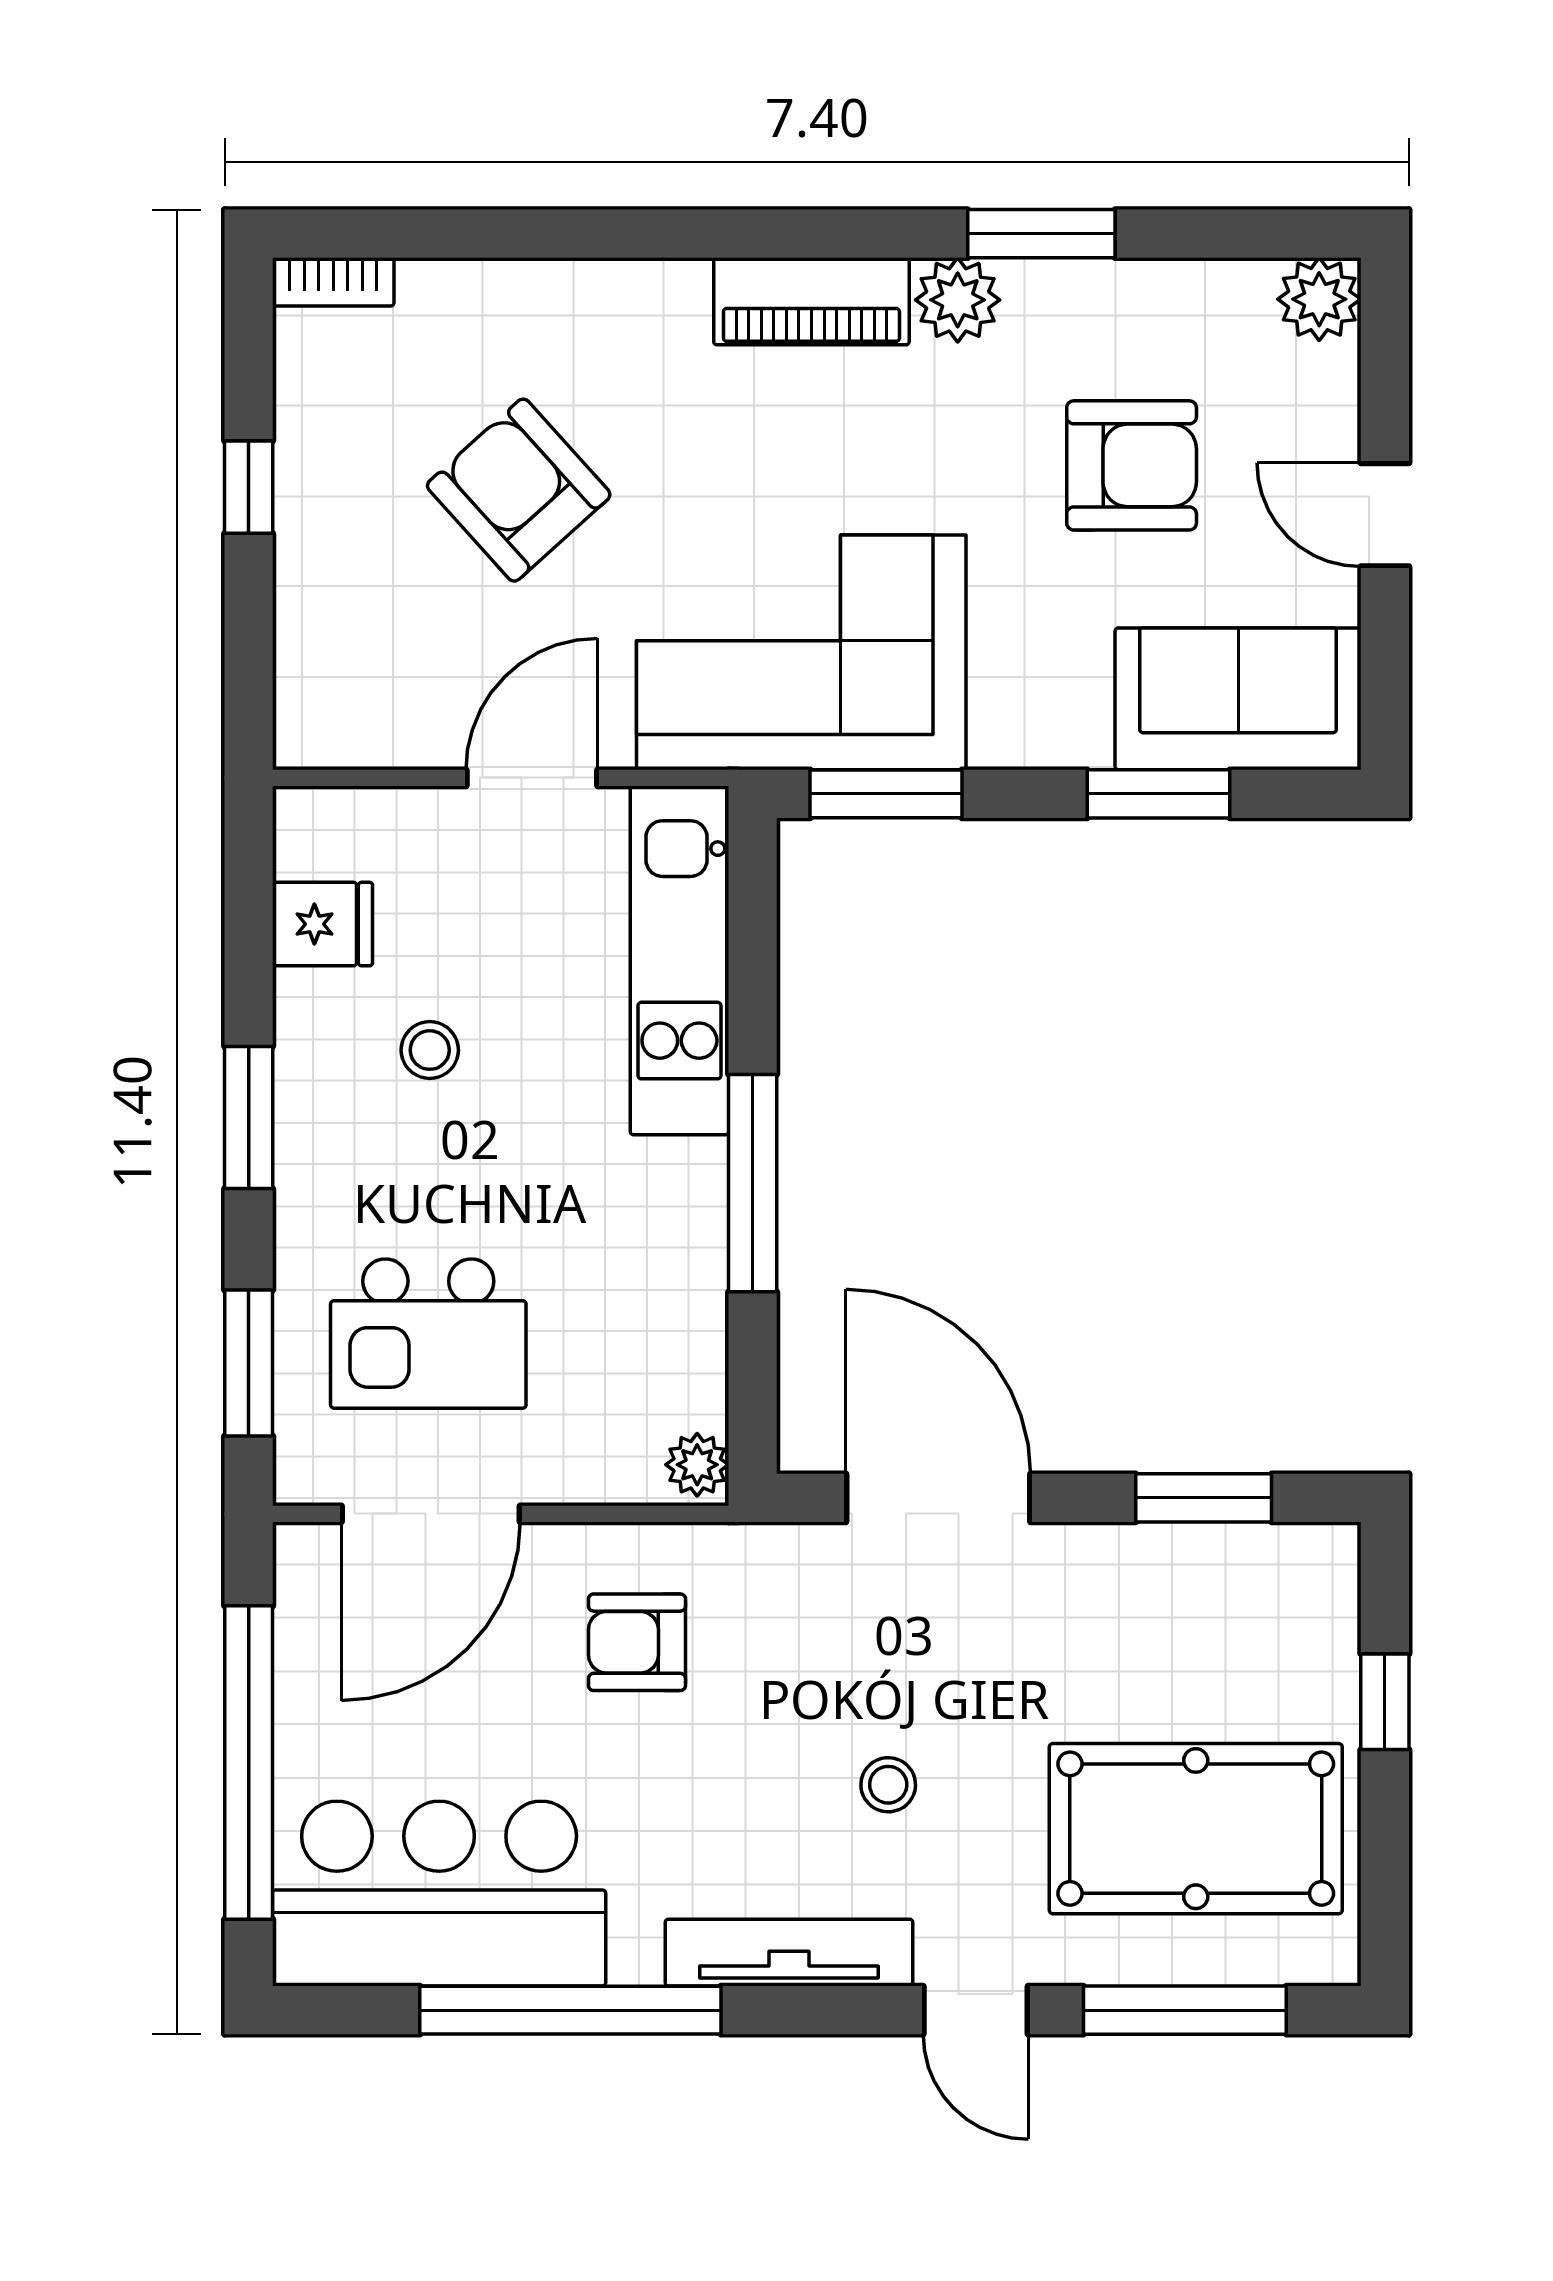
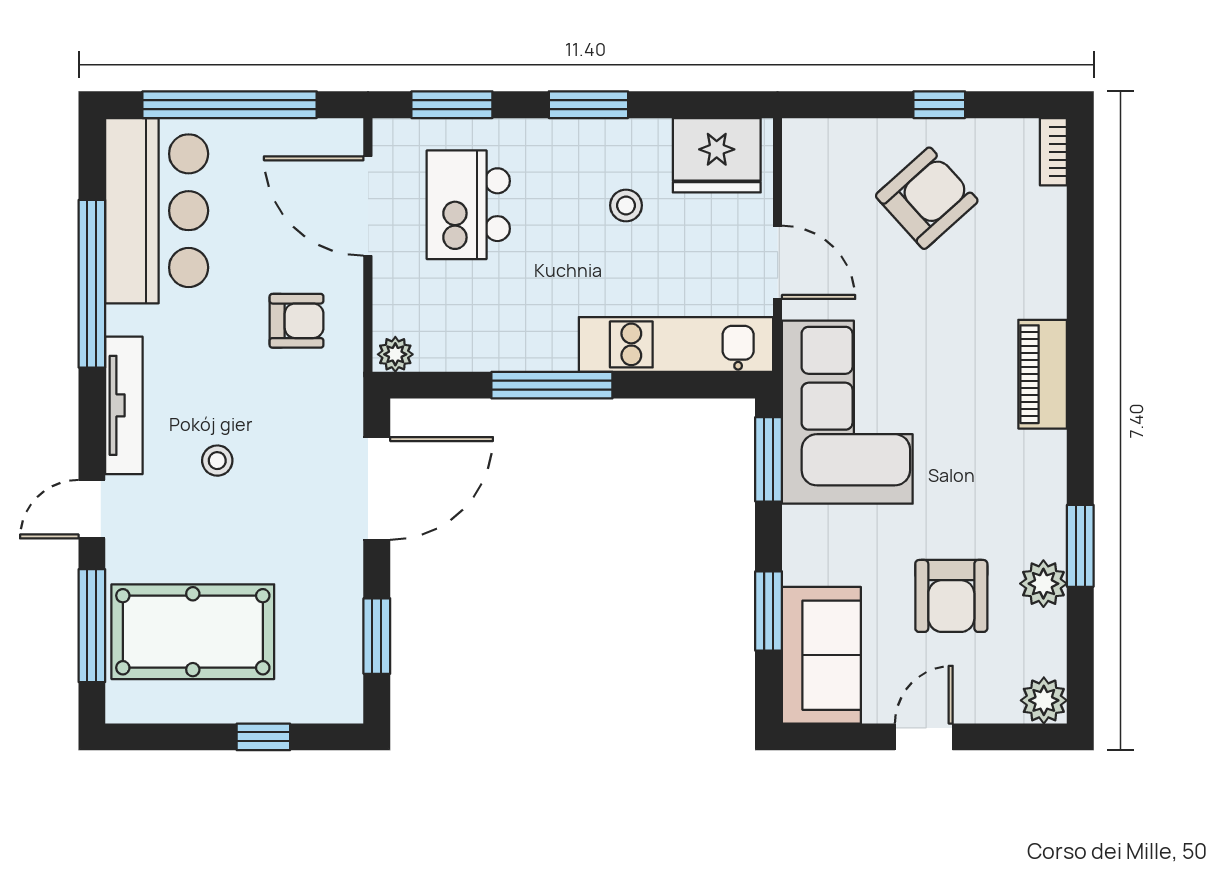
plant: (958, 300) -> (1043, 584), moved
piano: (811, 301) -> (1043, 374), moved
armchair: (519, 490) -> (927, 198), moved
fridge: (322, 924) -> (717, 155), width x1.88, depth x1.34
armchair: (637, 1642) -> (297, 321), turned 90
pool table: (1196, 1829) -> (193, 632), turned 90

